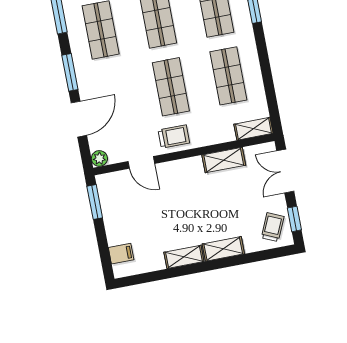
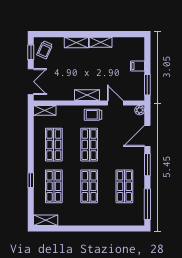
shelving: (224, 160) -> (87, 95), moved
filing cabinet: (121, 254) -> (138, 66), moved

